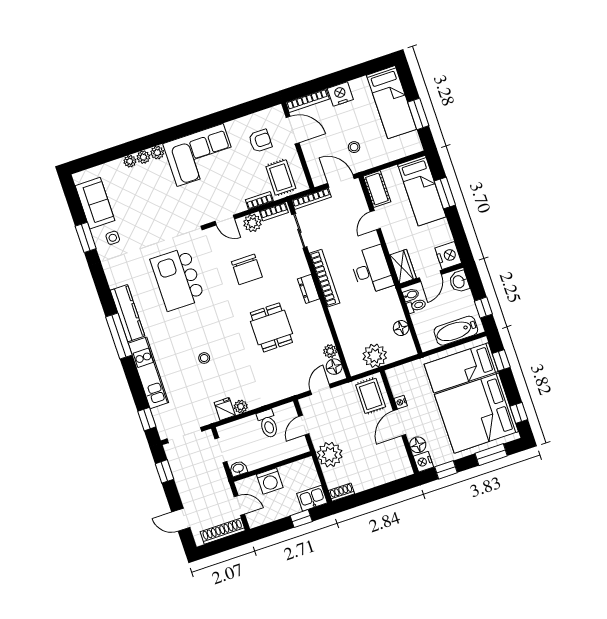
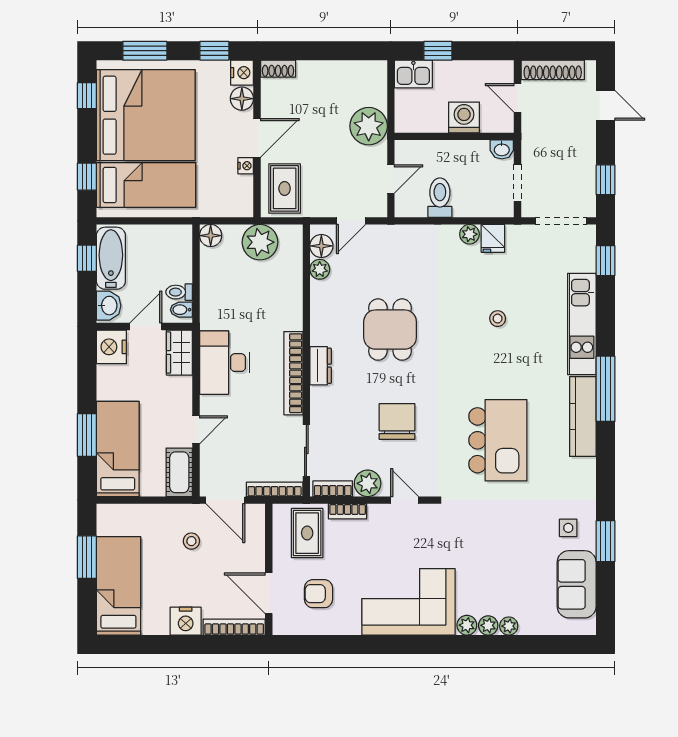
floor lamp: (401, 328) -> (211, 236), moved
bathtub: (456, 331) -> (111, 258), moved, turned -90
shoe rack: (341, 492) -> (278, 69), moved

